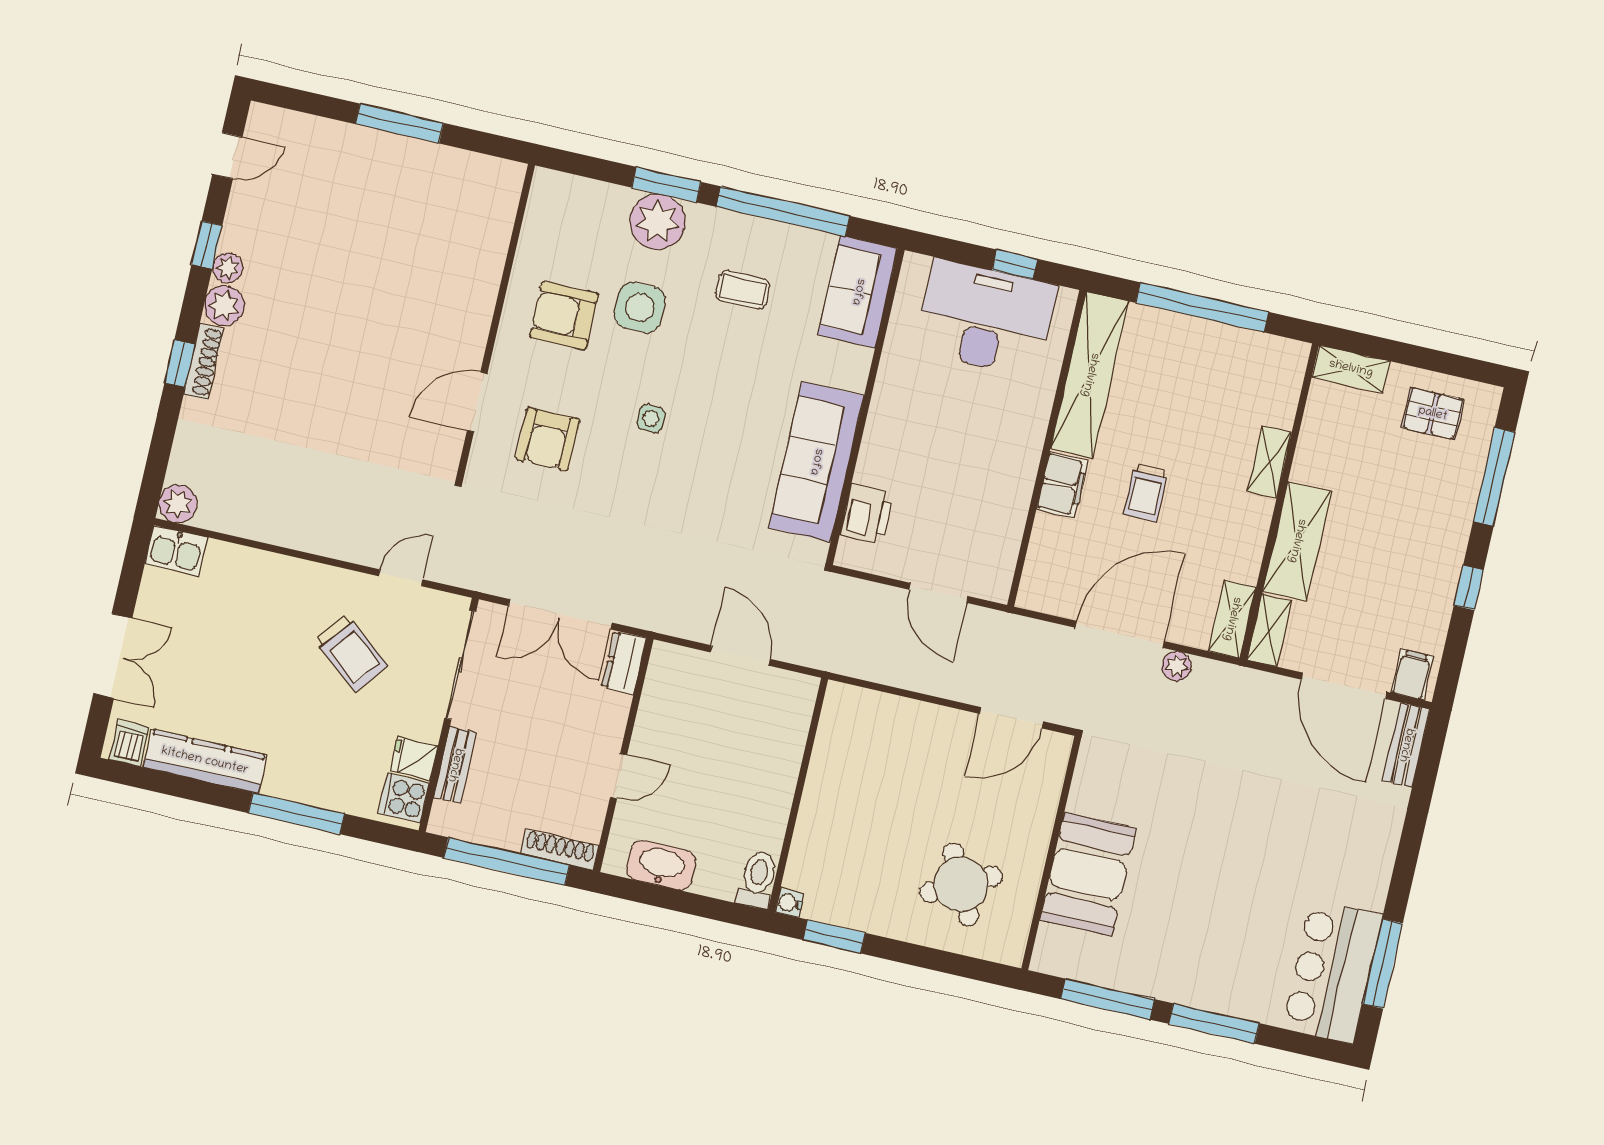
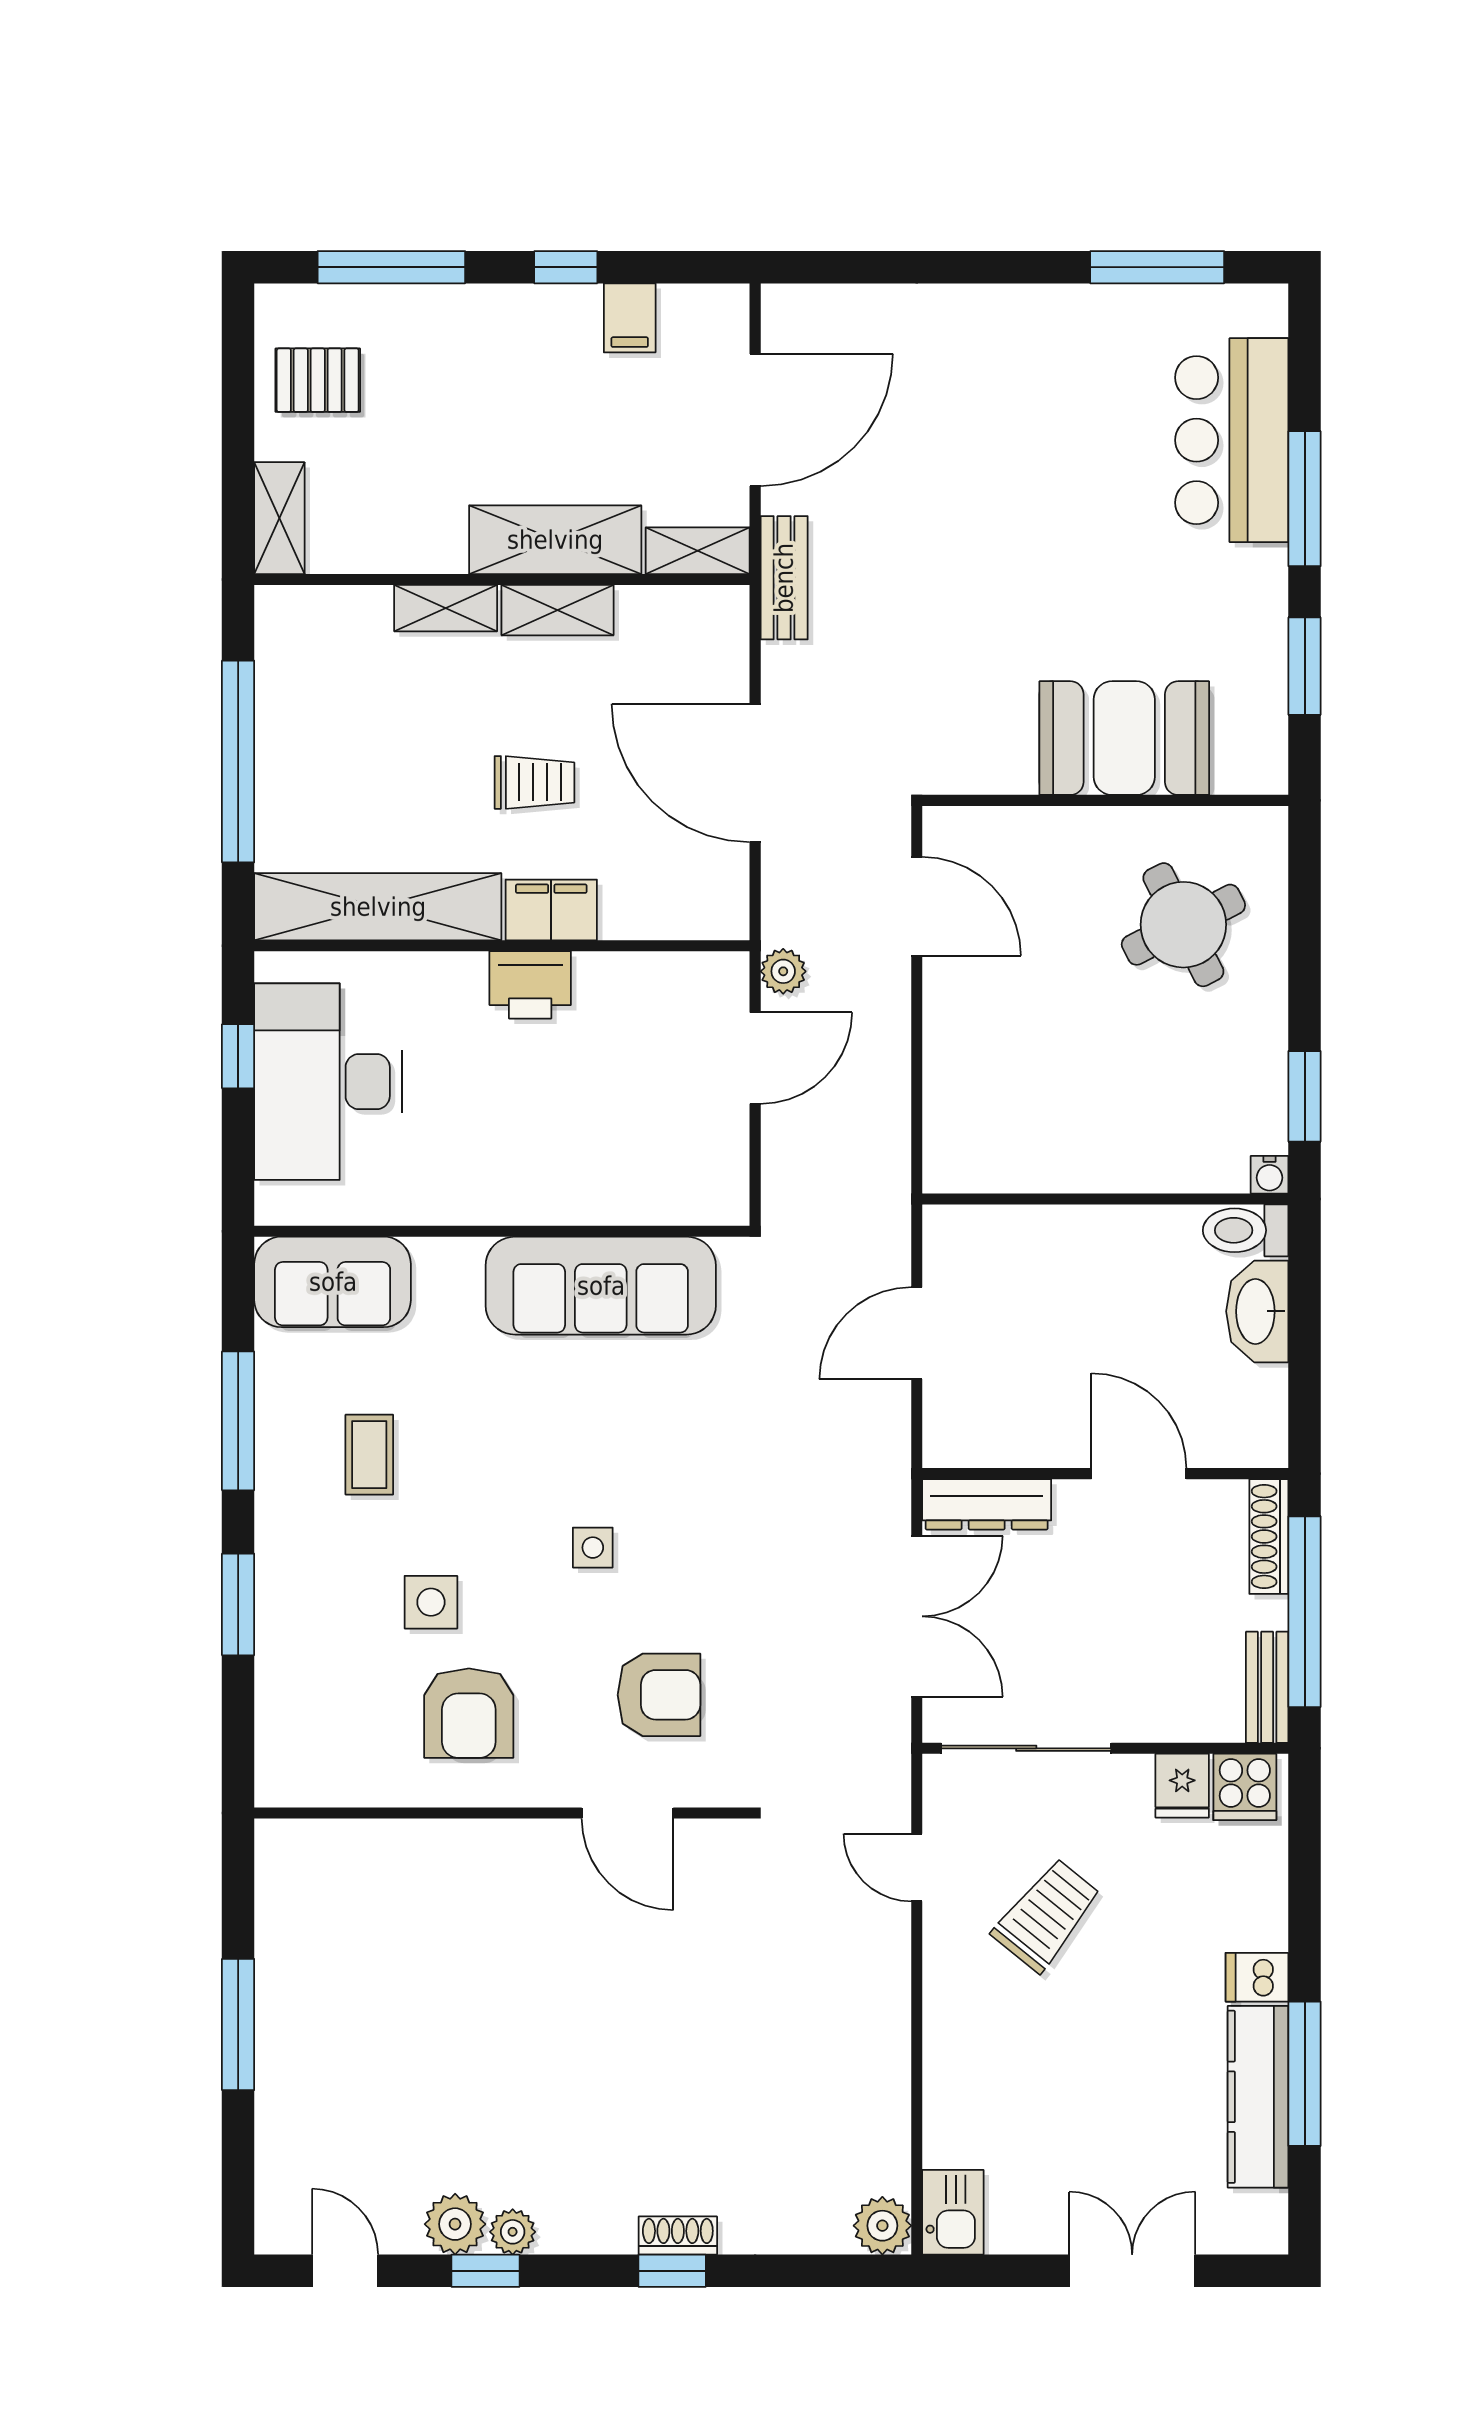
window: (783, 211) -> (238, 1421), width x0.68
plant: (658, 222) -> (296, 1605), removed
plant: (224, 306) -> (455, 2224), moved
side table: (640, 308) -> (431, 1602), width x0.73, depth x0.73
shoe rack: (204, 362) -> (678, 2236), width x0.70
pallet: (1433, 414) -> (318, 380), turned 90
printer: (867, 514) -> (530, 985), moved, turned 180
shelving: (1232, 619) -> (557, 610), moved
dresser: (624, 663) -> (987, 1504), width x1.44
plant: (1177, 666) -> (783, 971), moved
filing cabinet: (1412, 675) -> (630, 318), moved, turned -90
dishwasher: (129, 743) -> (1257, 1977), moved
bench: (1406, 745) -> (784, 578), moved, turned 90
bench: (455, 765) -> (1267, 1687), moved, turned 90
door: (618, 776) -> (1139, 1474), width x1.38
window: (296, 813) -> (1305, 2074), moved
washbasin: (661, 865) -> (1257, 1311), moved
bar counter: (1332, 972) -> (1232, 440), moved, turned 90
window: (1108, 999) -> (1305, 666), width x0.69

